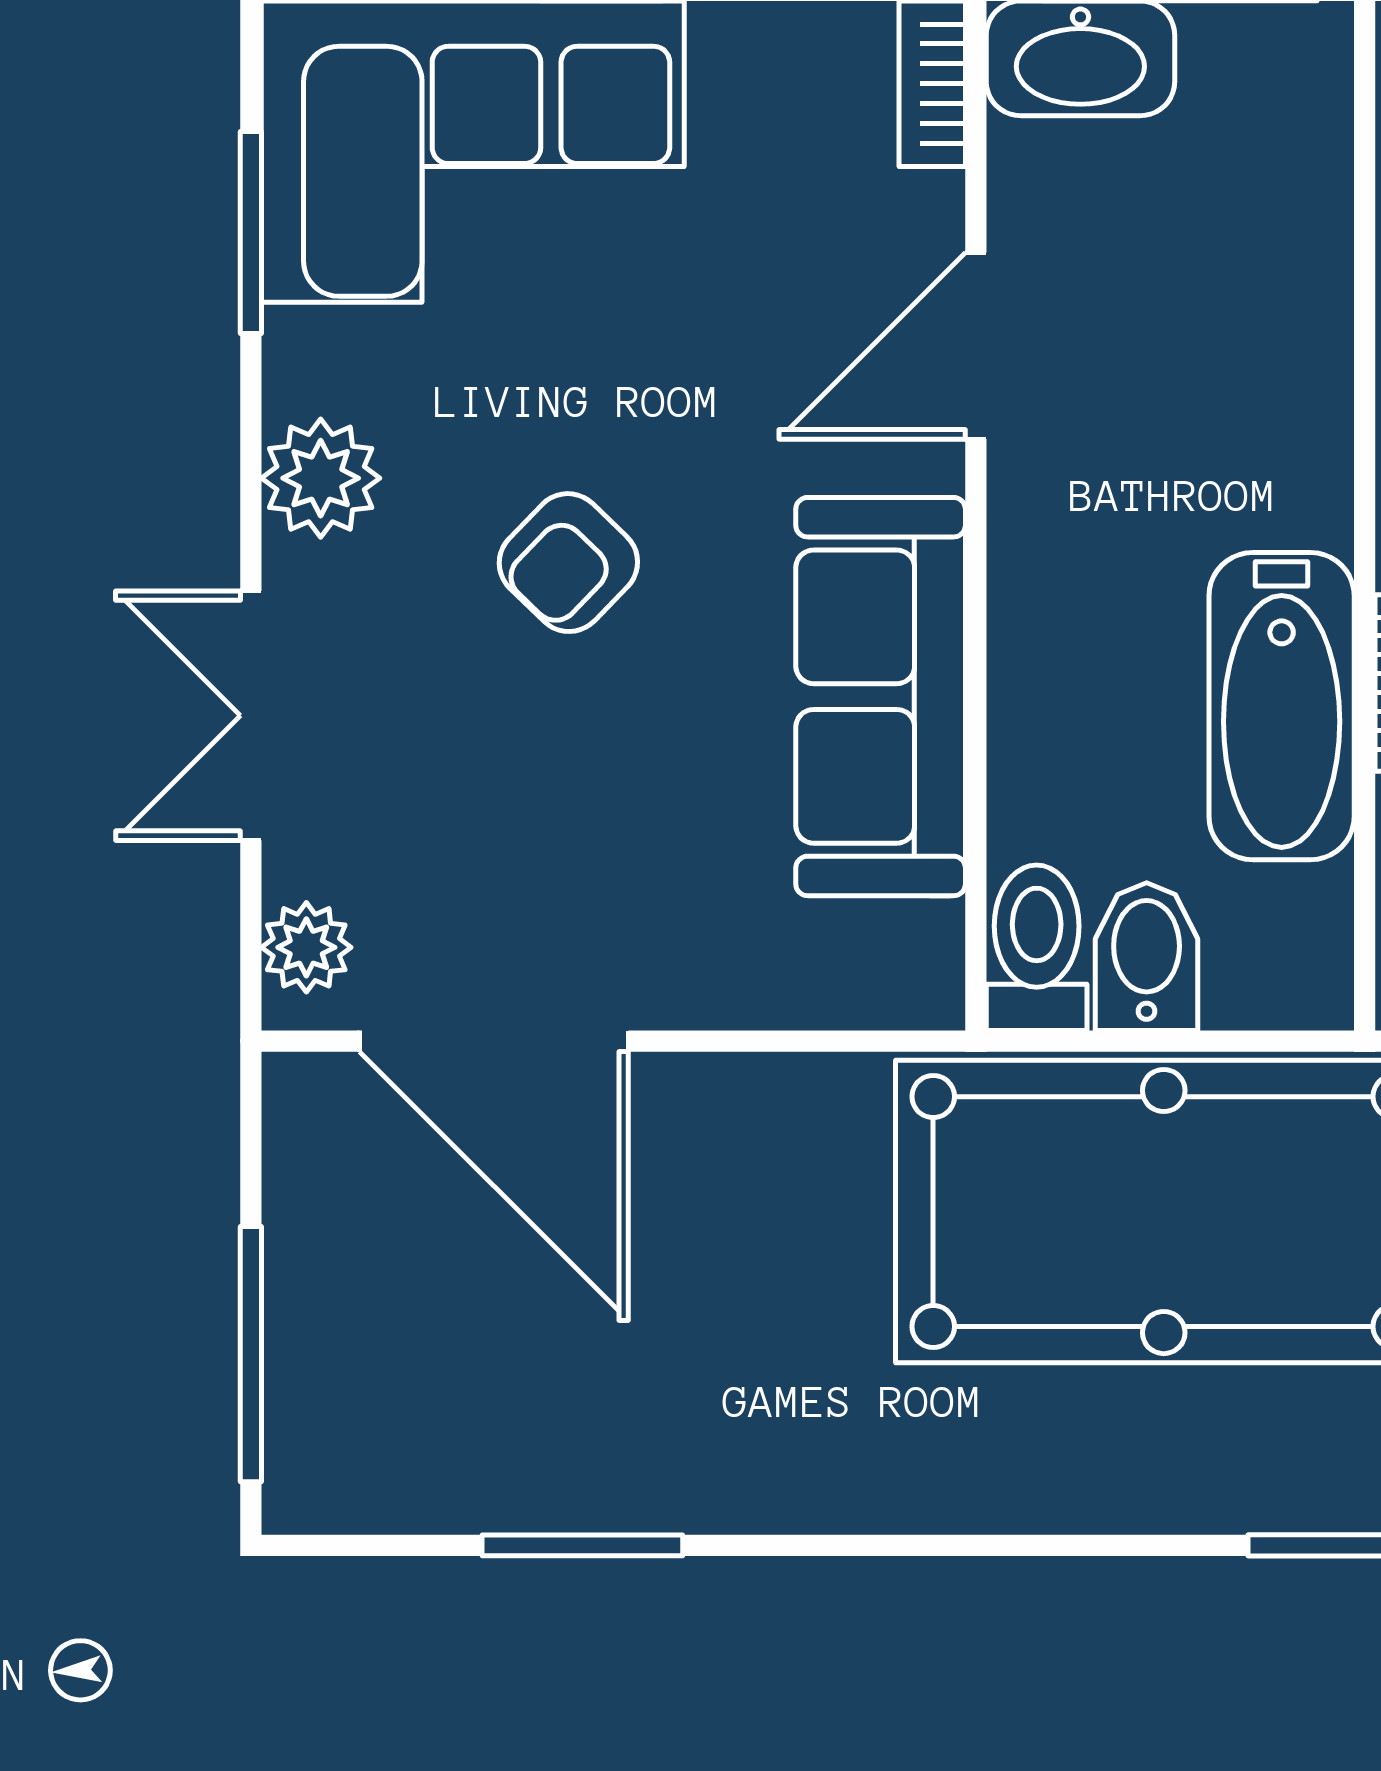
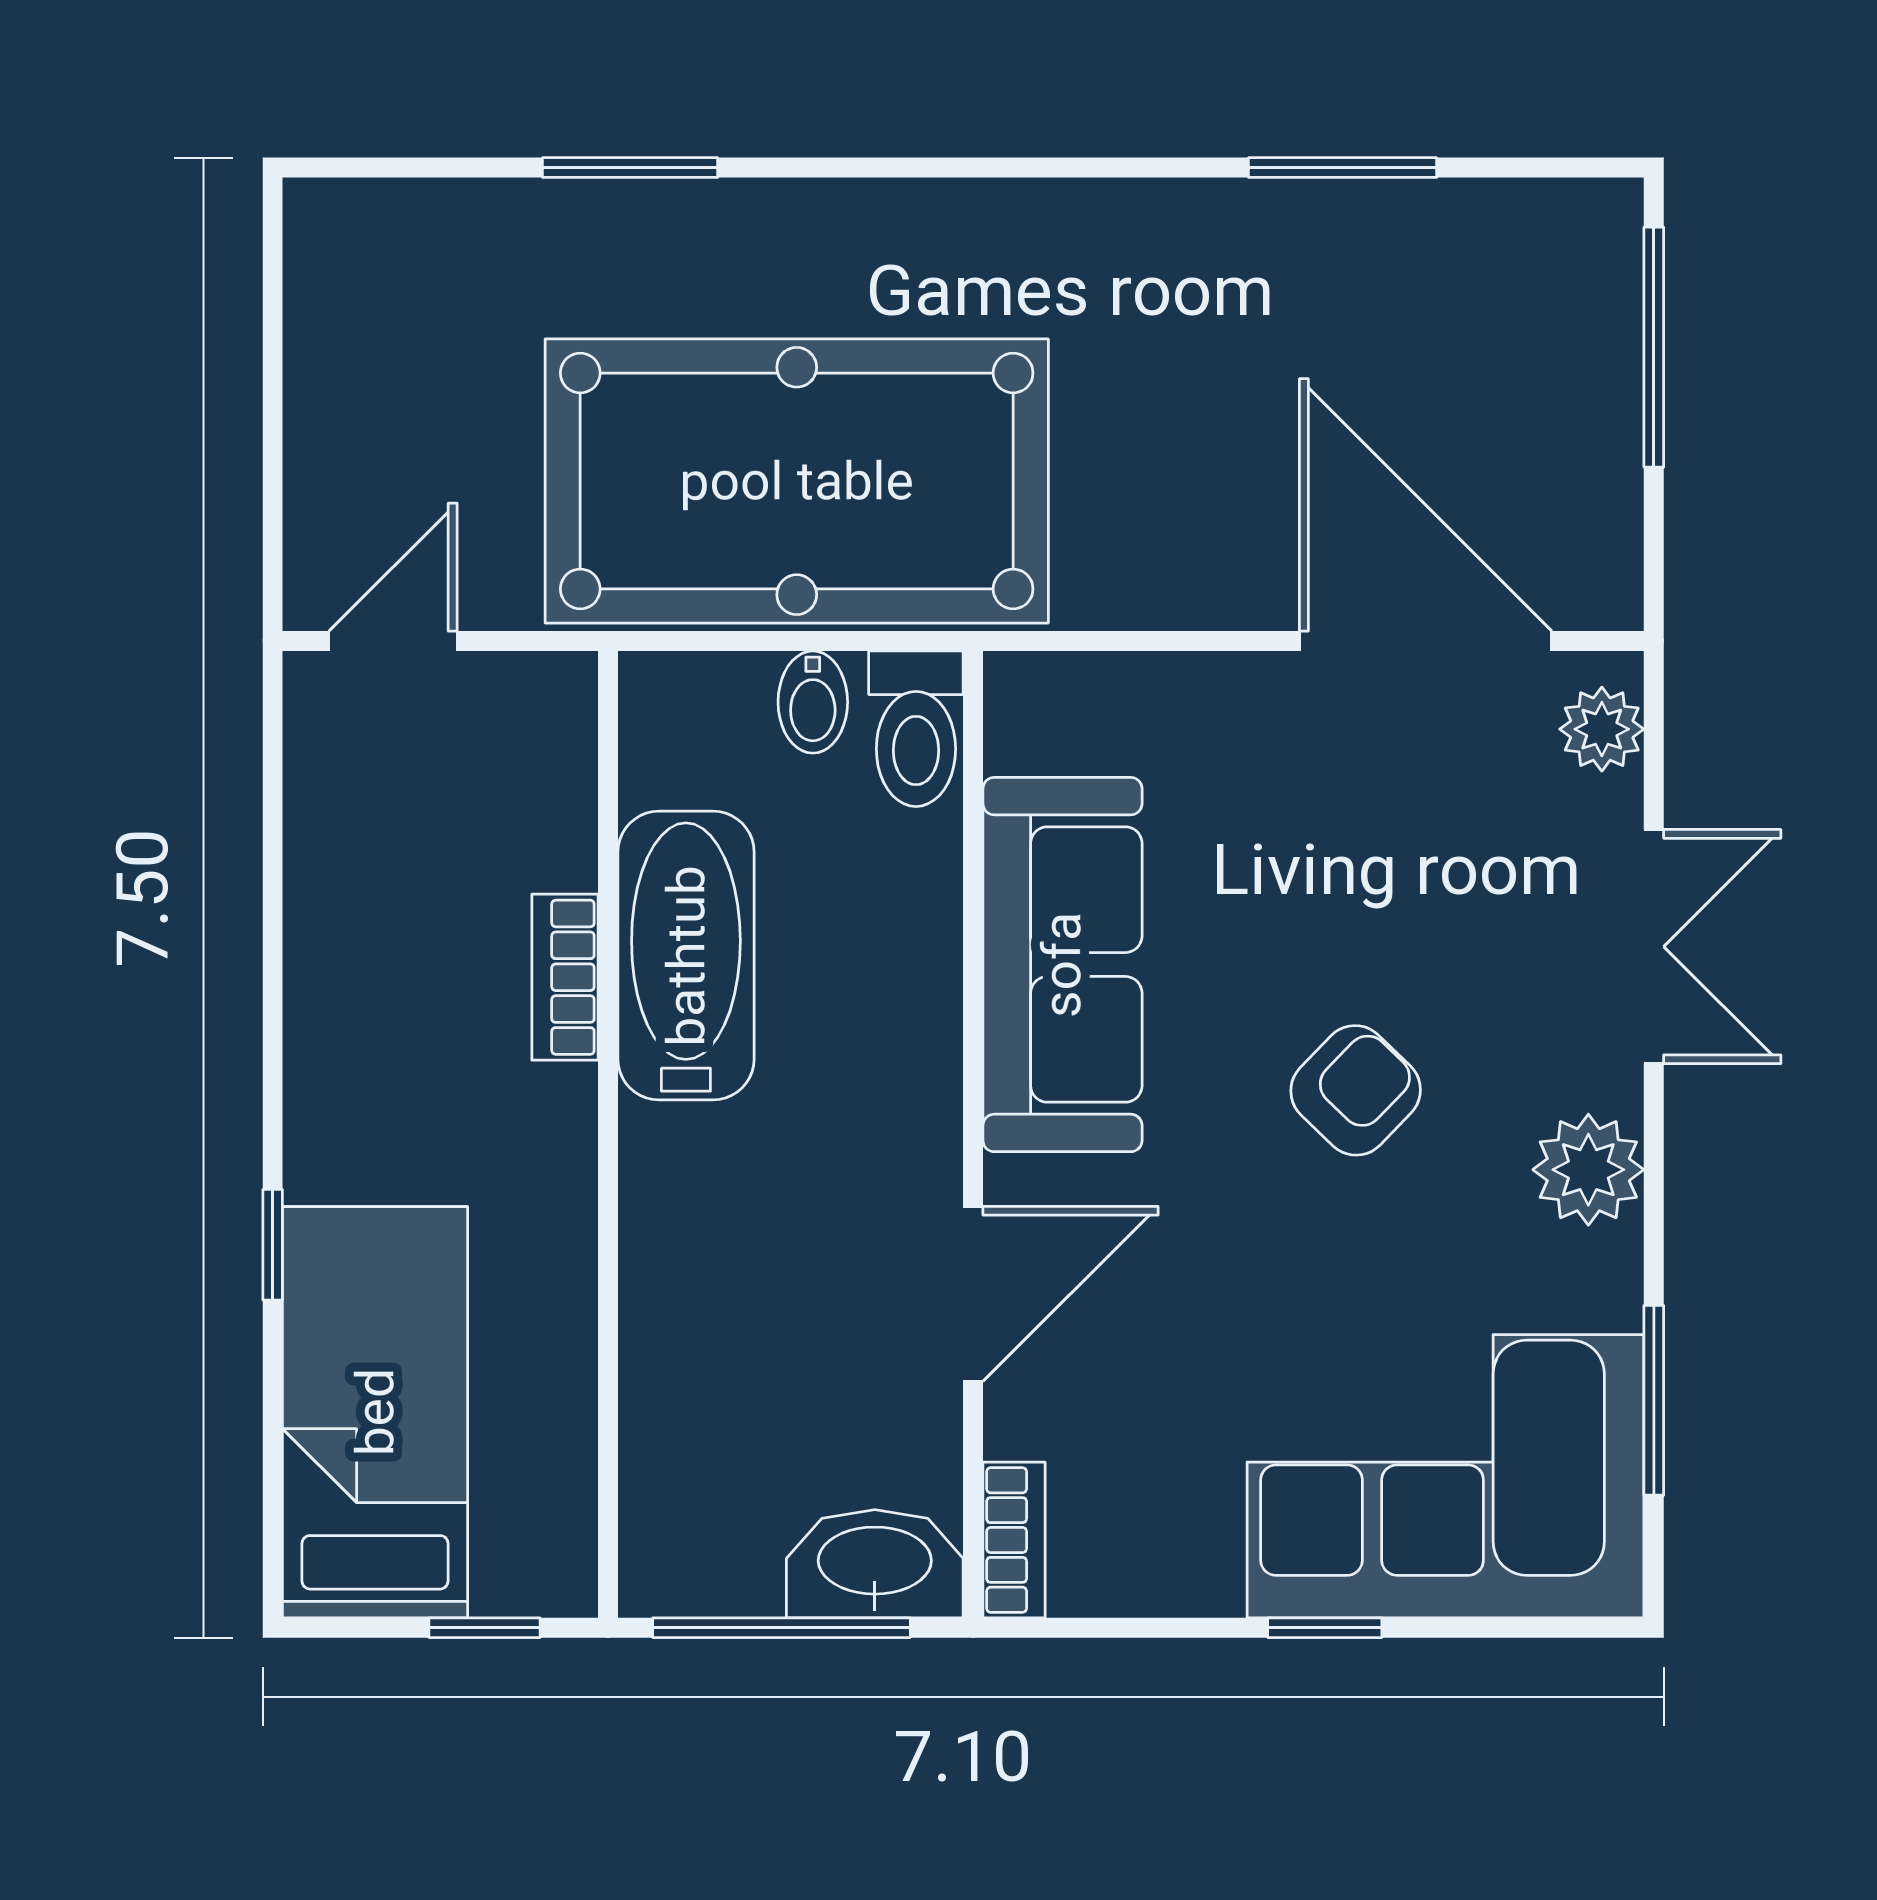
bidet: (1147, 957) -> (813, 702), width x0.72, depth x0.74

